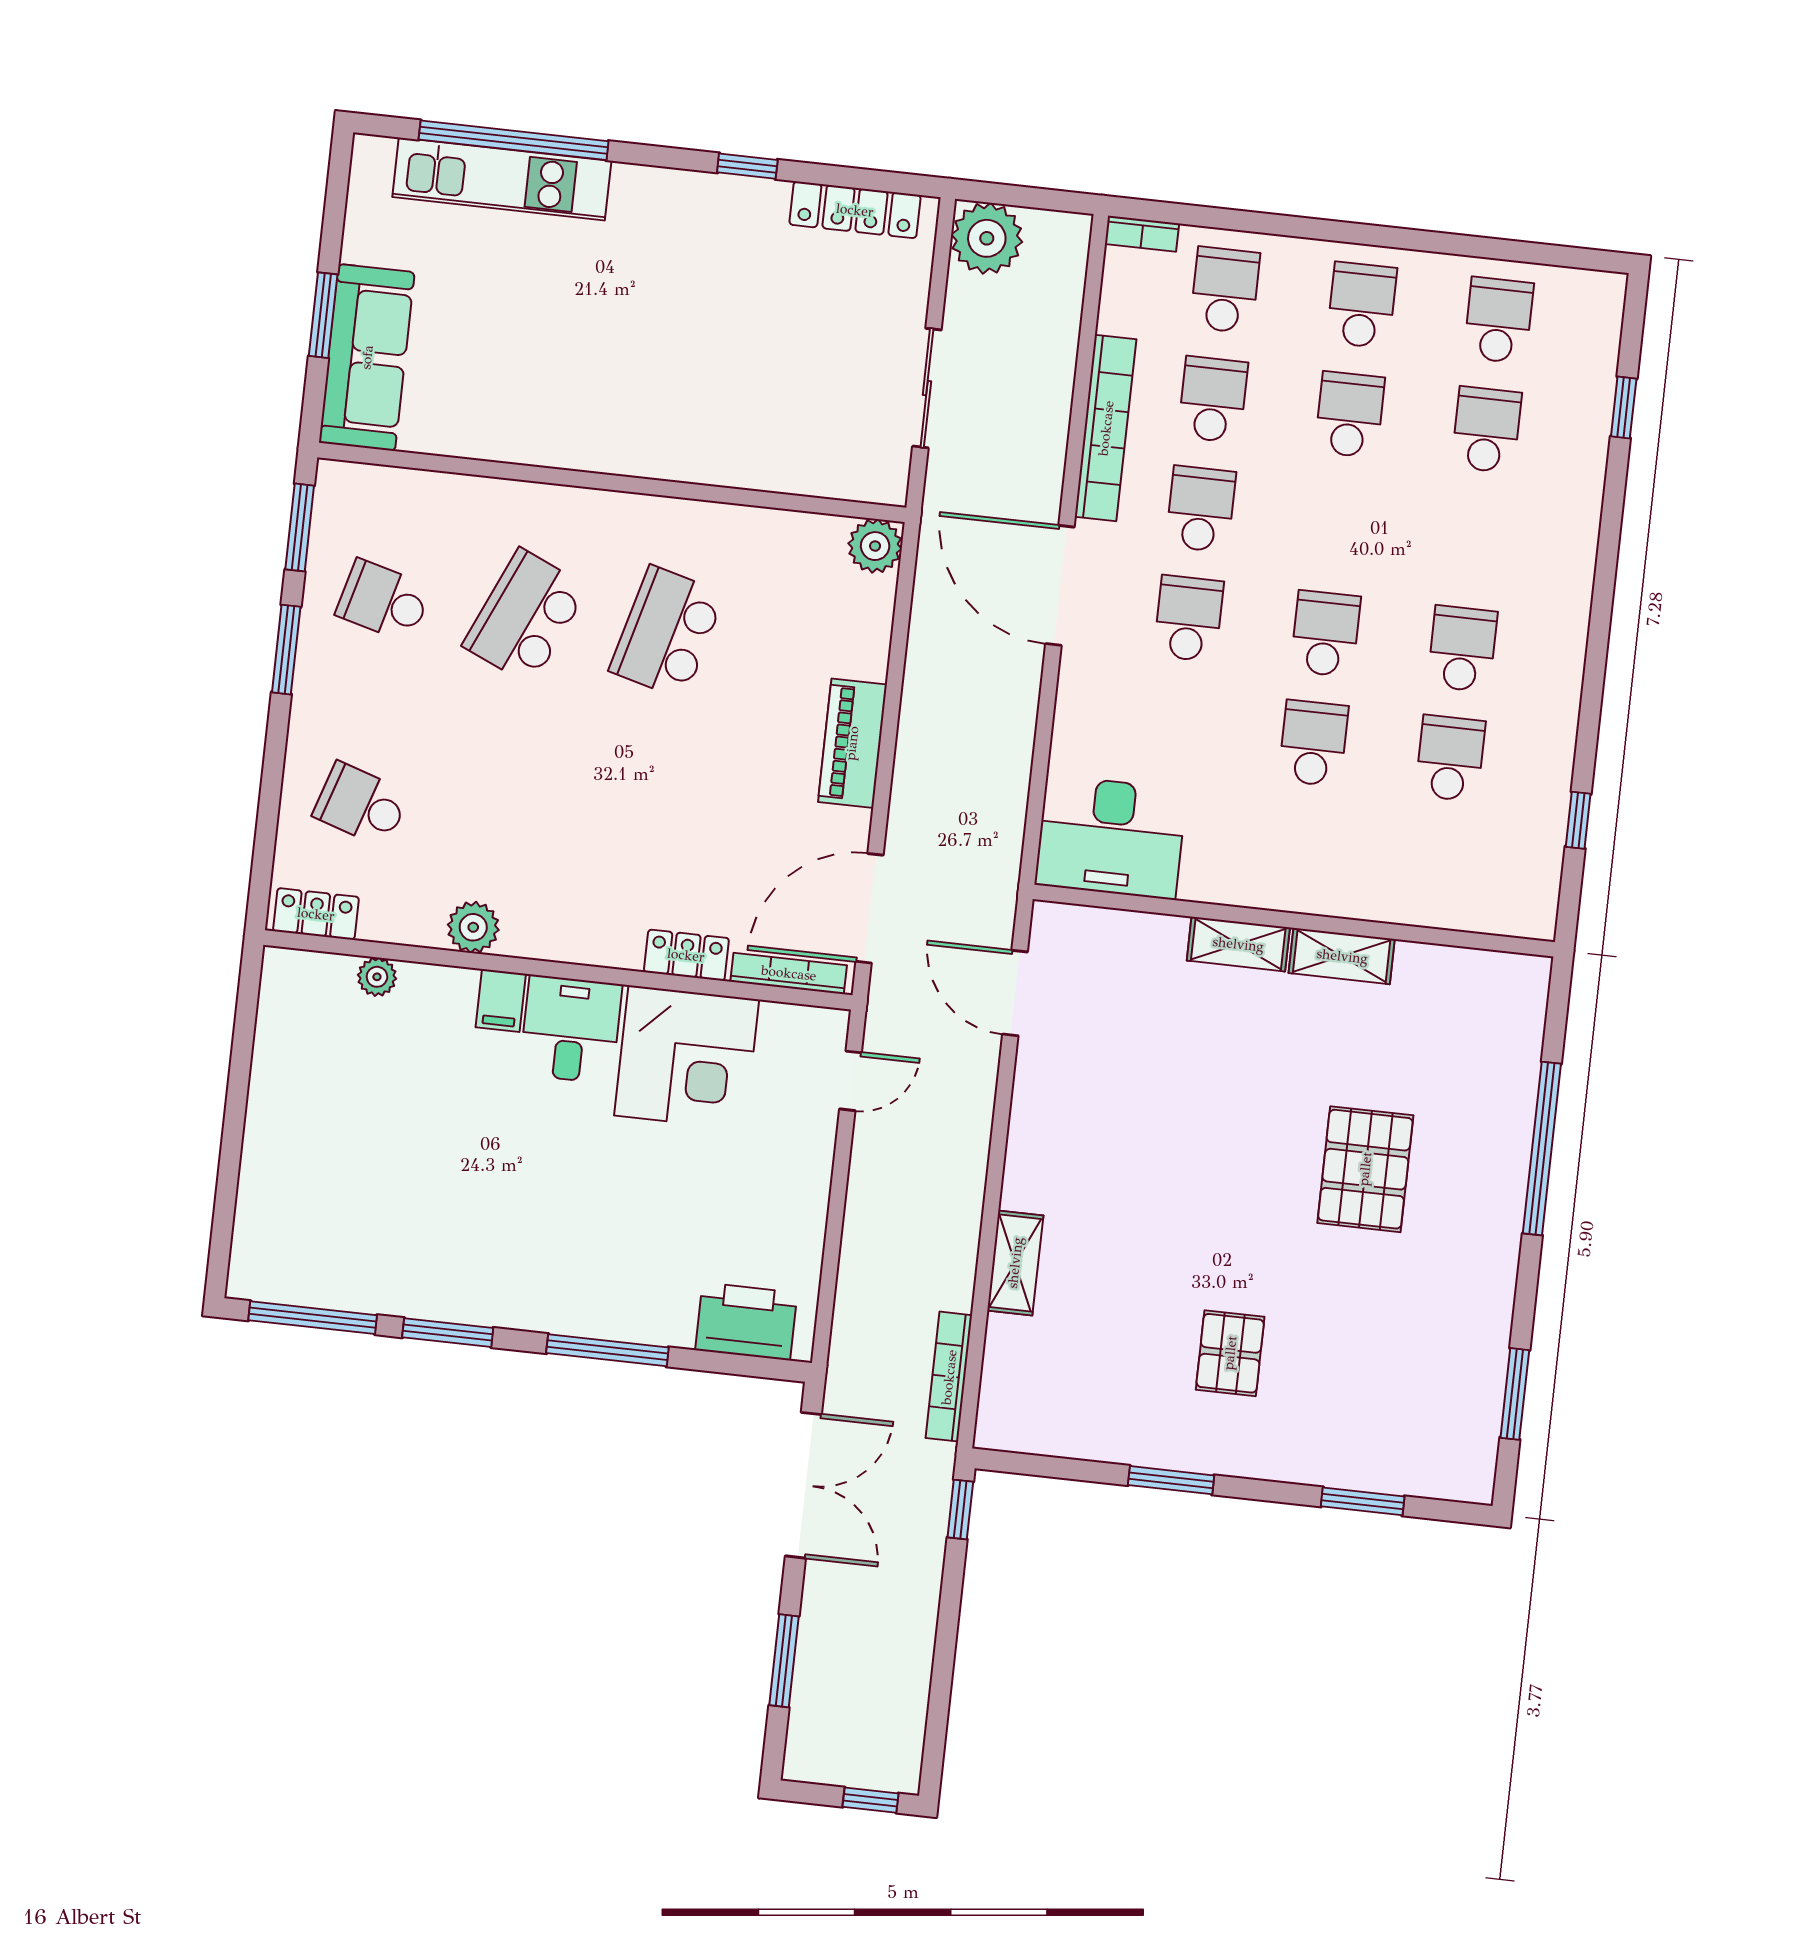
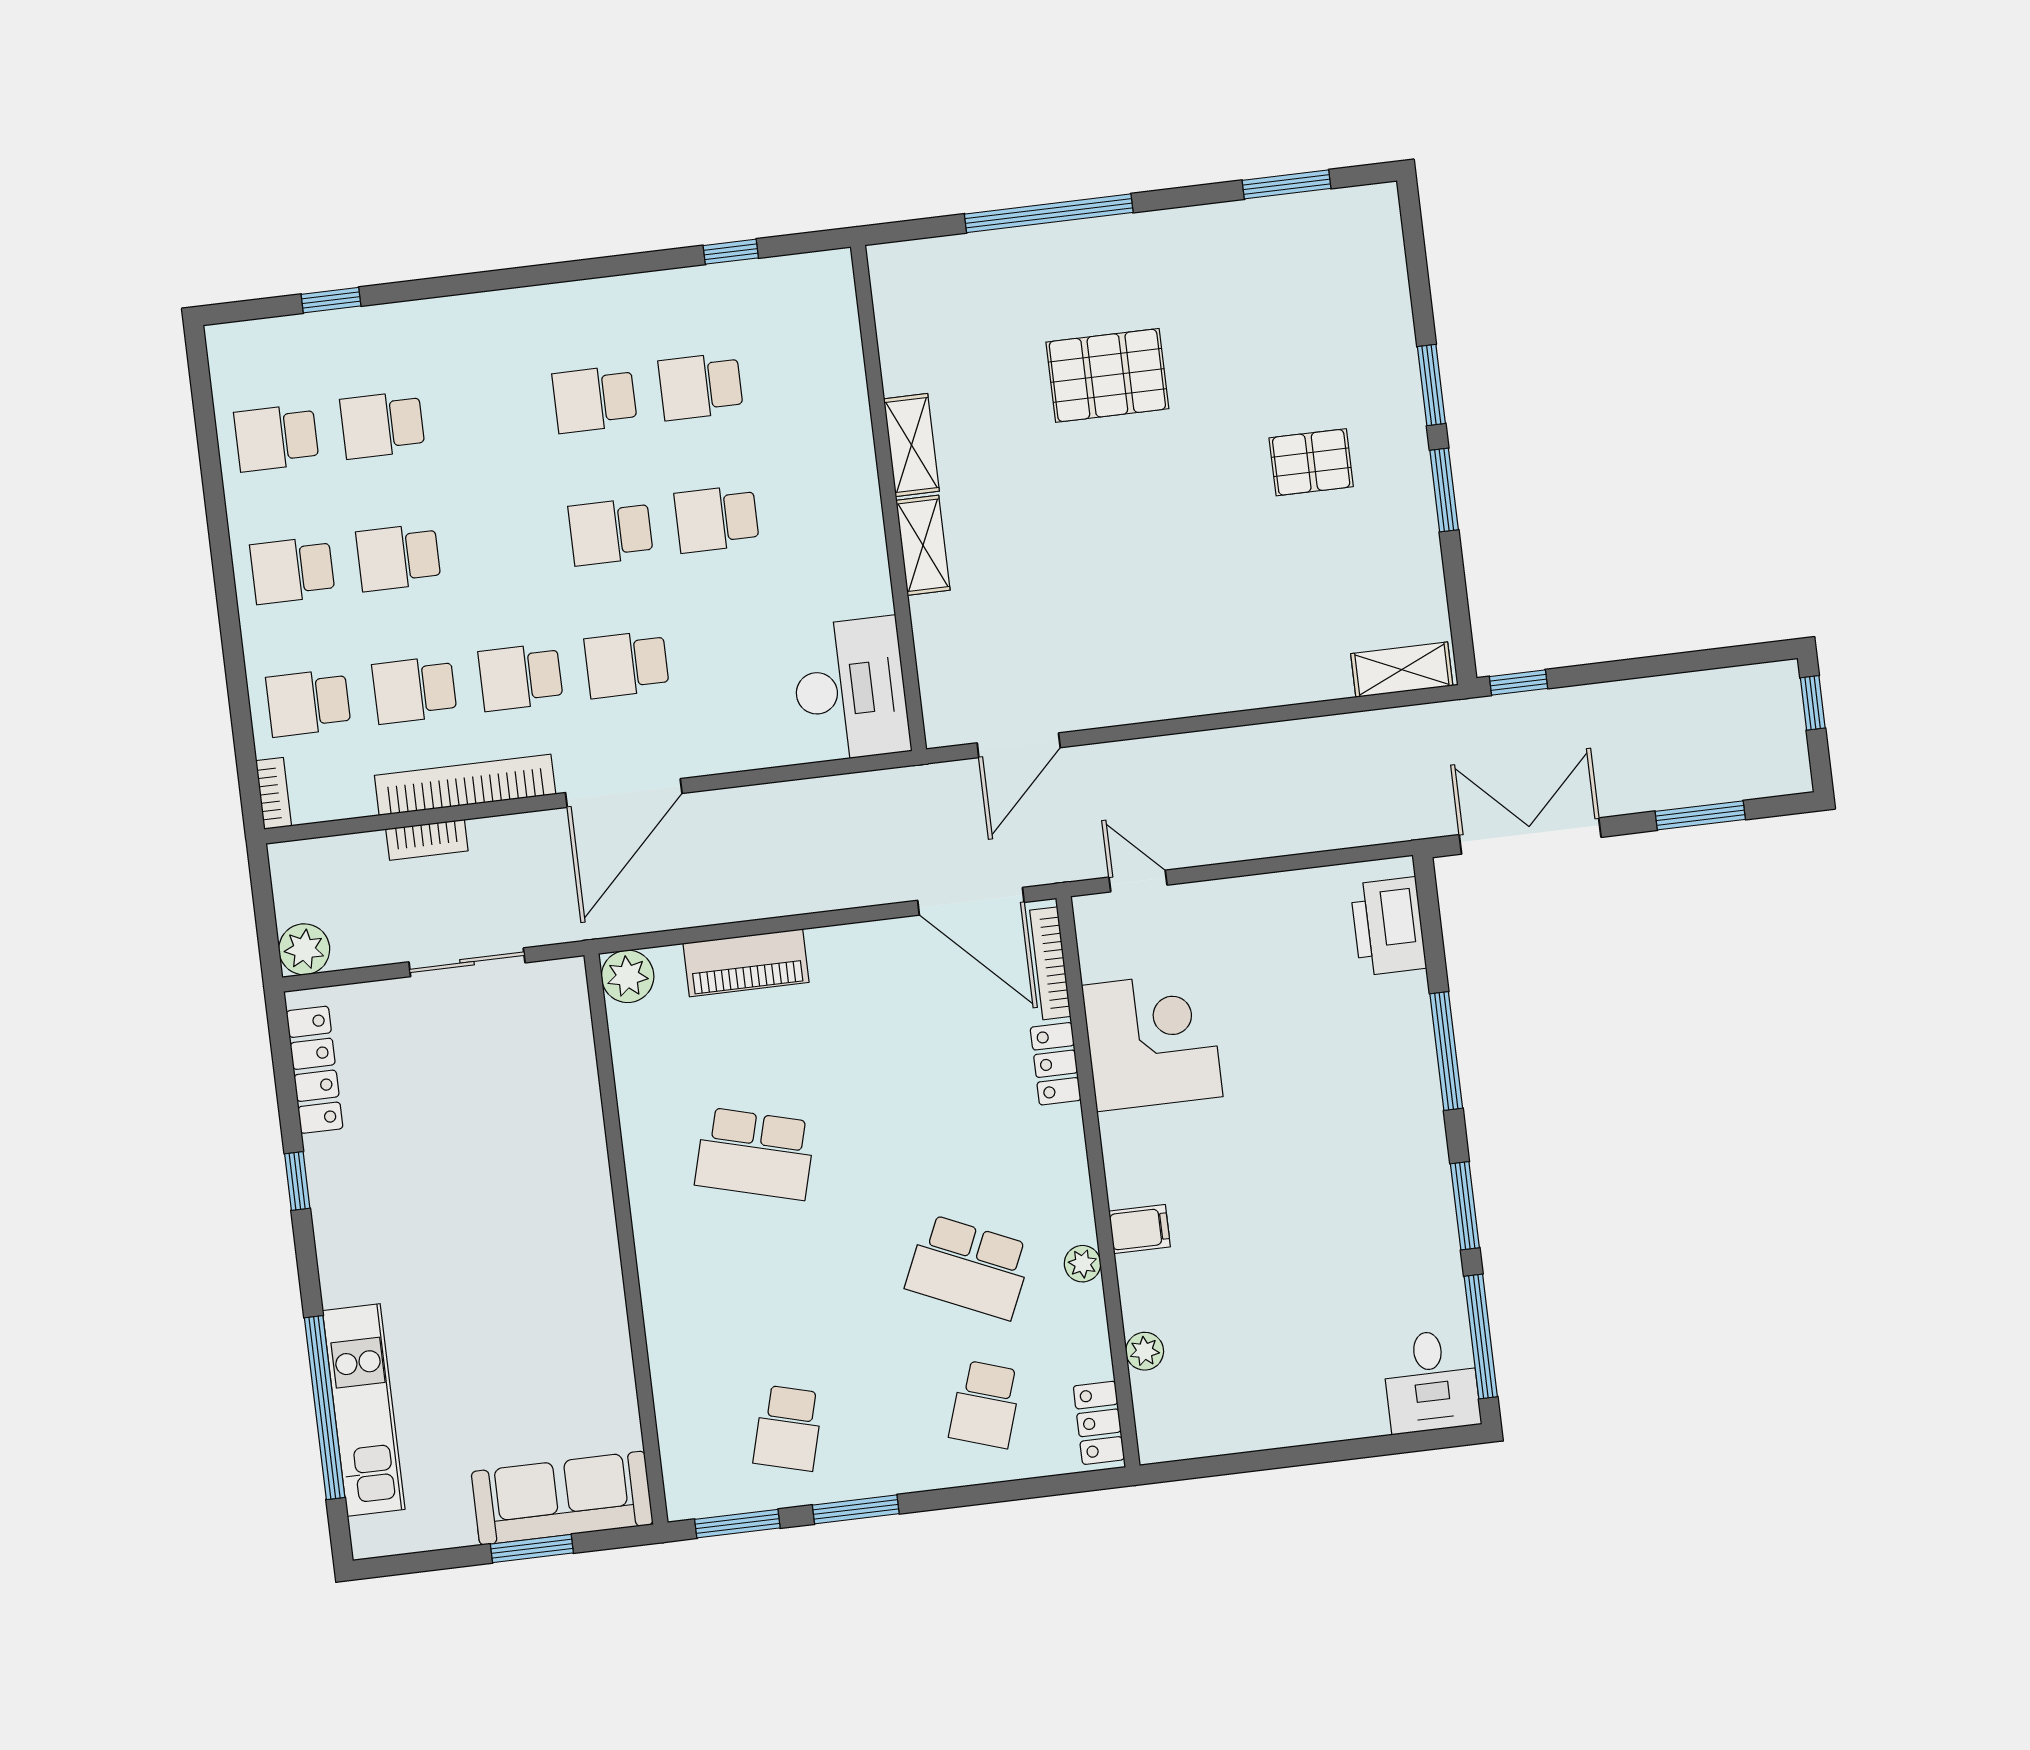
plant: (987, 238) -> (304, 949), width x0.73, depth x0.73
school desk: (525, 617) -> (969, 1267), moved
piano: (852, 743) -> (746, 963), moved
plant: (473, 927) -> (1083, 1264), width x0.73, depth x0.73
desk: (571, 1029) -> (1431, 1381), moved, turned -90
shelving: (1015, 1263) -> (1402, 670), moved
bookcase: (949, 1377) -> (427, 840), moved, width x0.64
window: (1363, 1501) -> (1431, 385), moved

